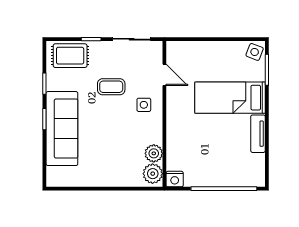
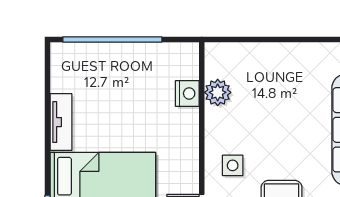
plant: (153, 174) -> (219, 62), removed
nightstand: (175, 179) -> (187, 93), moved, turned 90

